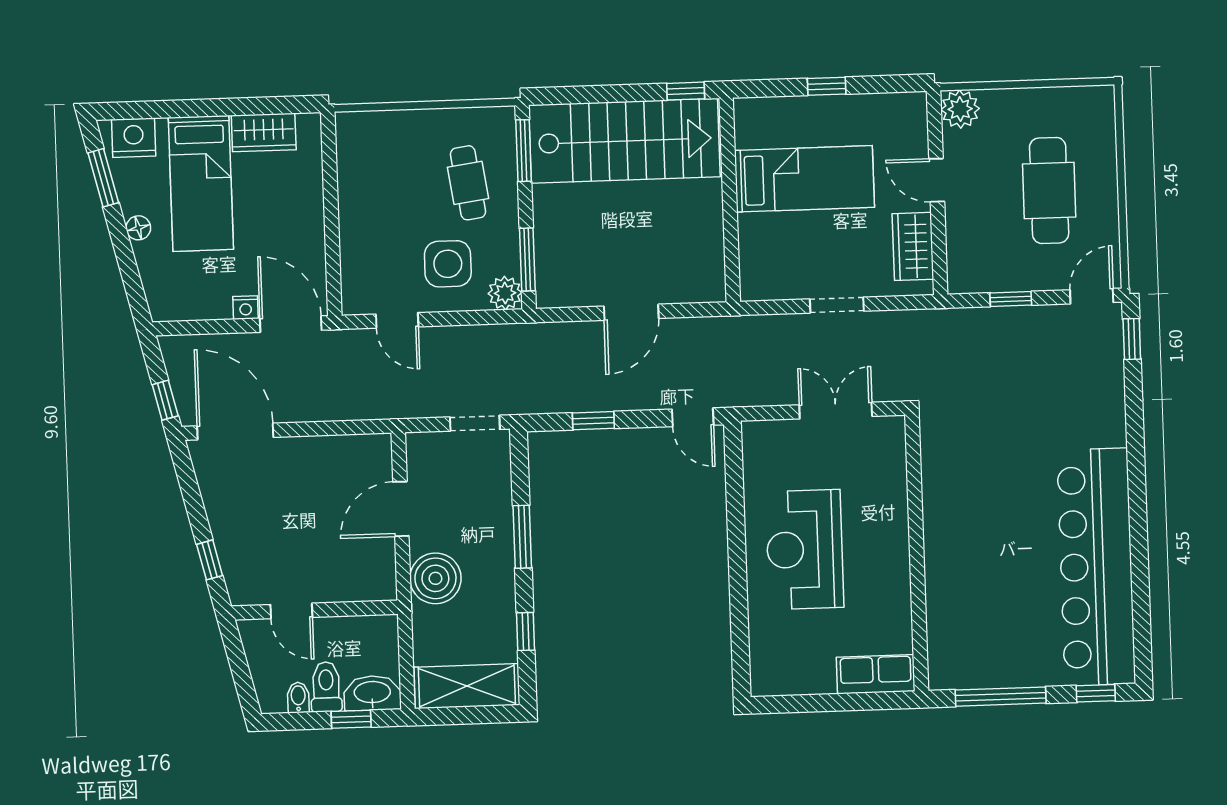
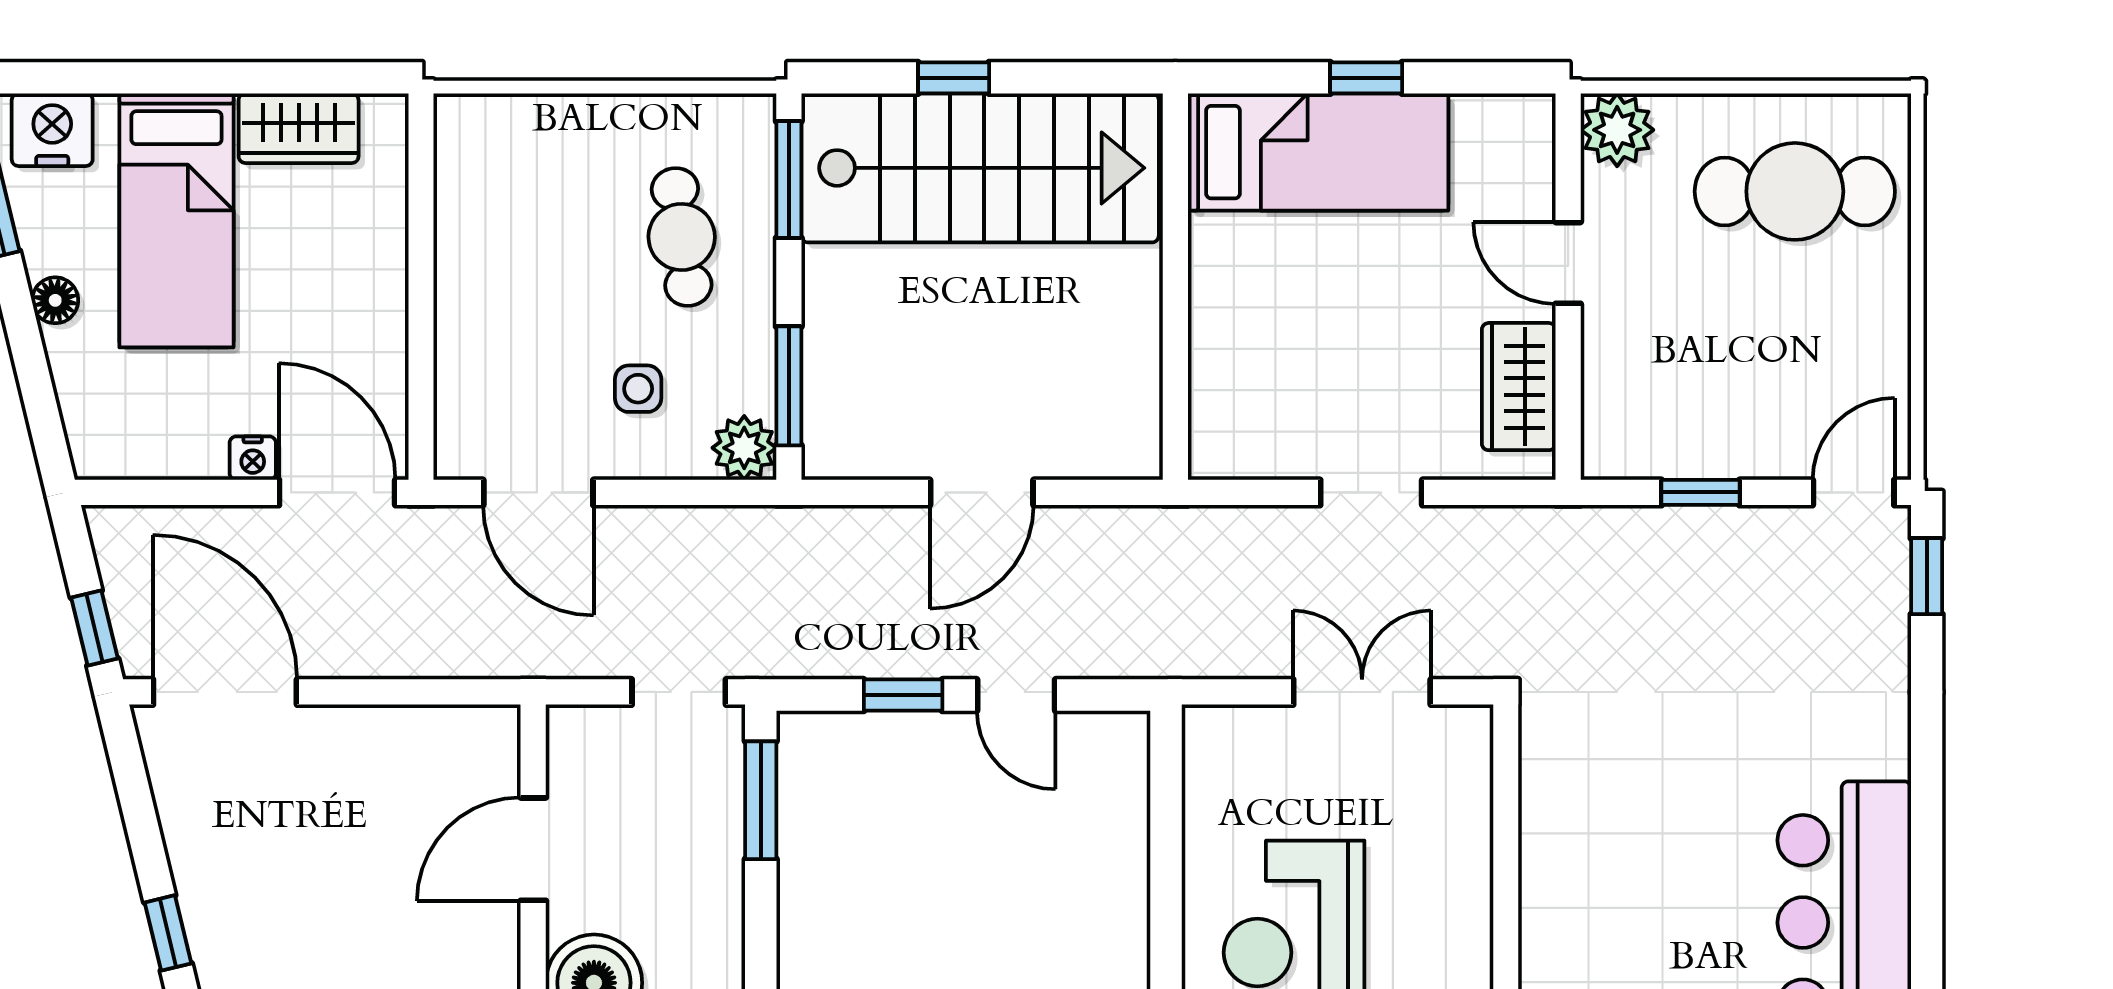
window: (686, 91) -> (954, 78), moved
bed: (804, 179) -> (1318, 152), moved
cafe table: (1049, 190) -> (1795, 191), moved, turned 90
side table: (448, 264) -> (638, 389), width x0.54, depth x0.54
door: (397, 320) -> (538, 492), width x1.38
door: (693, 417) -> (1016, 695), moved
window: (522, 537) -> (761, 800), moved

